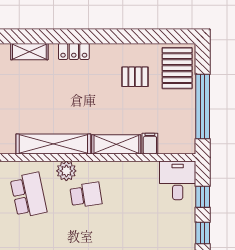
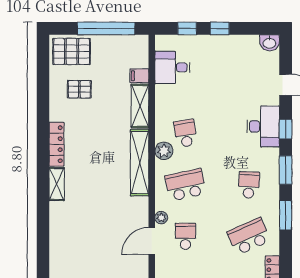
locker: (74, 51) -> (57, 144), width x1.53
pallet: (135, 77) -> (79, 89), turned 90
desk: (178, 180) -> (172, 67), moved

